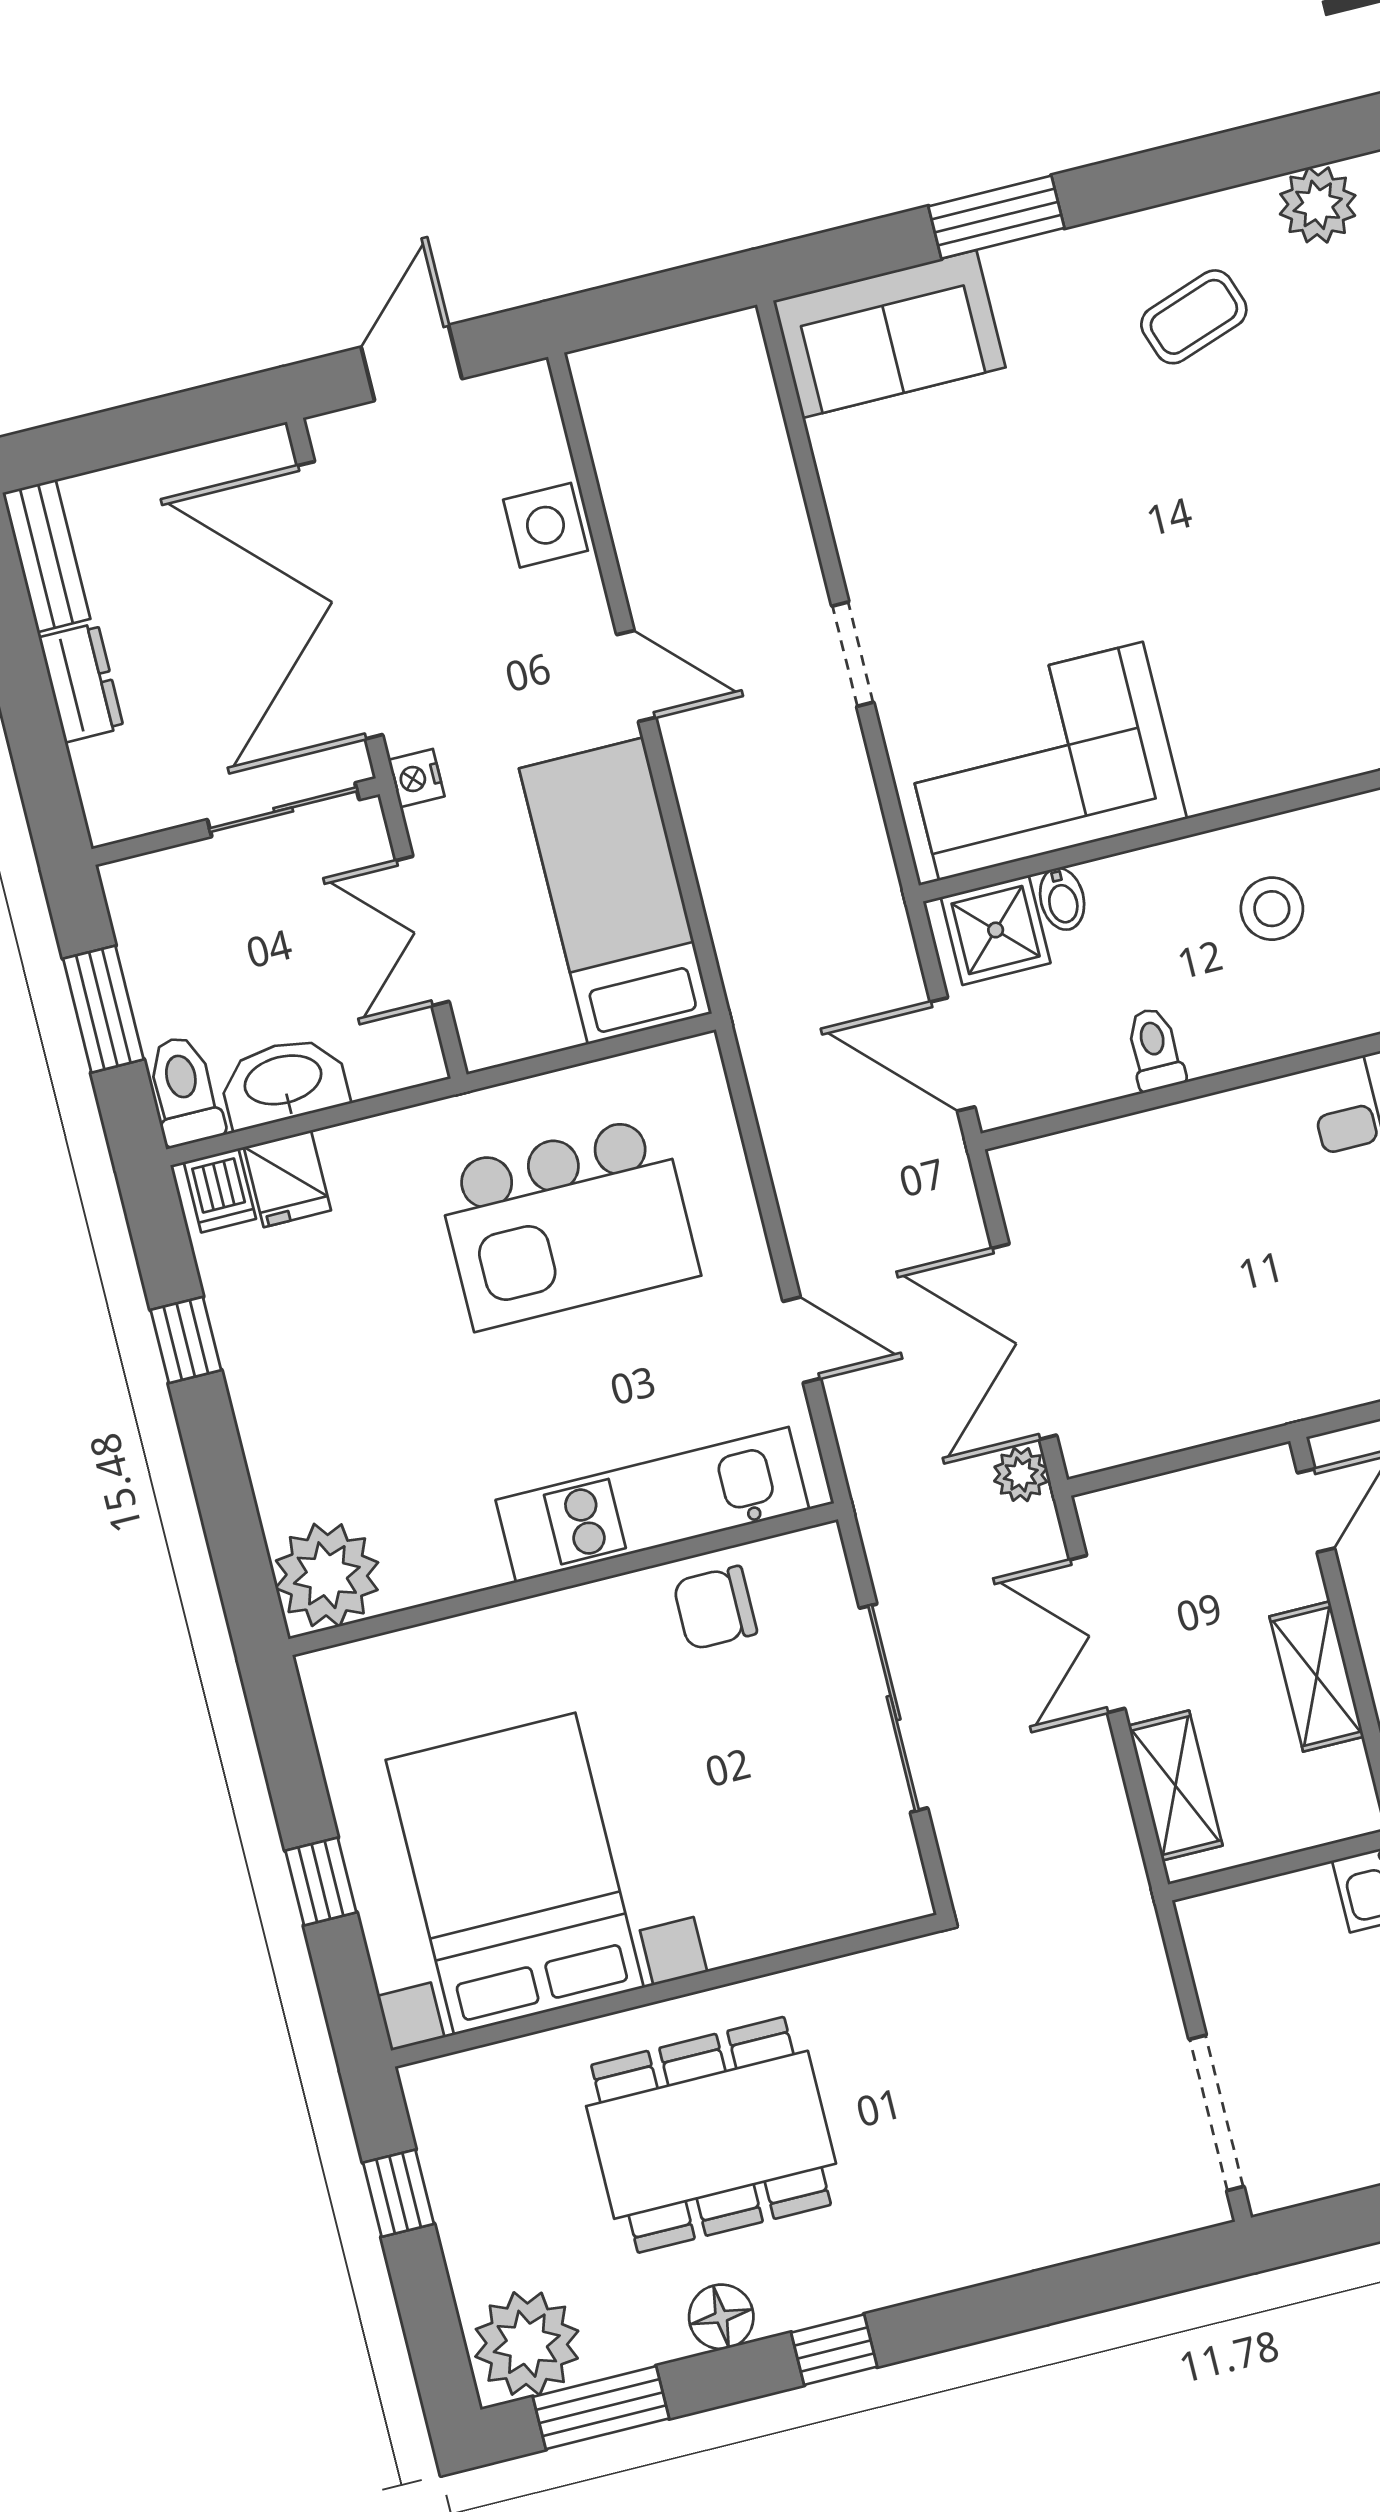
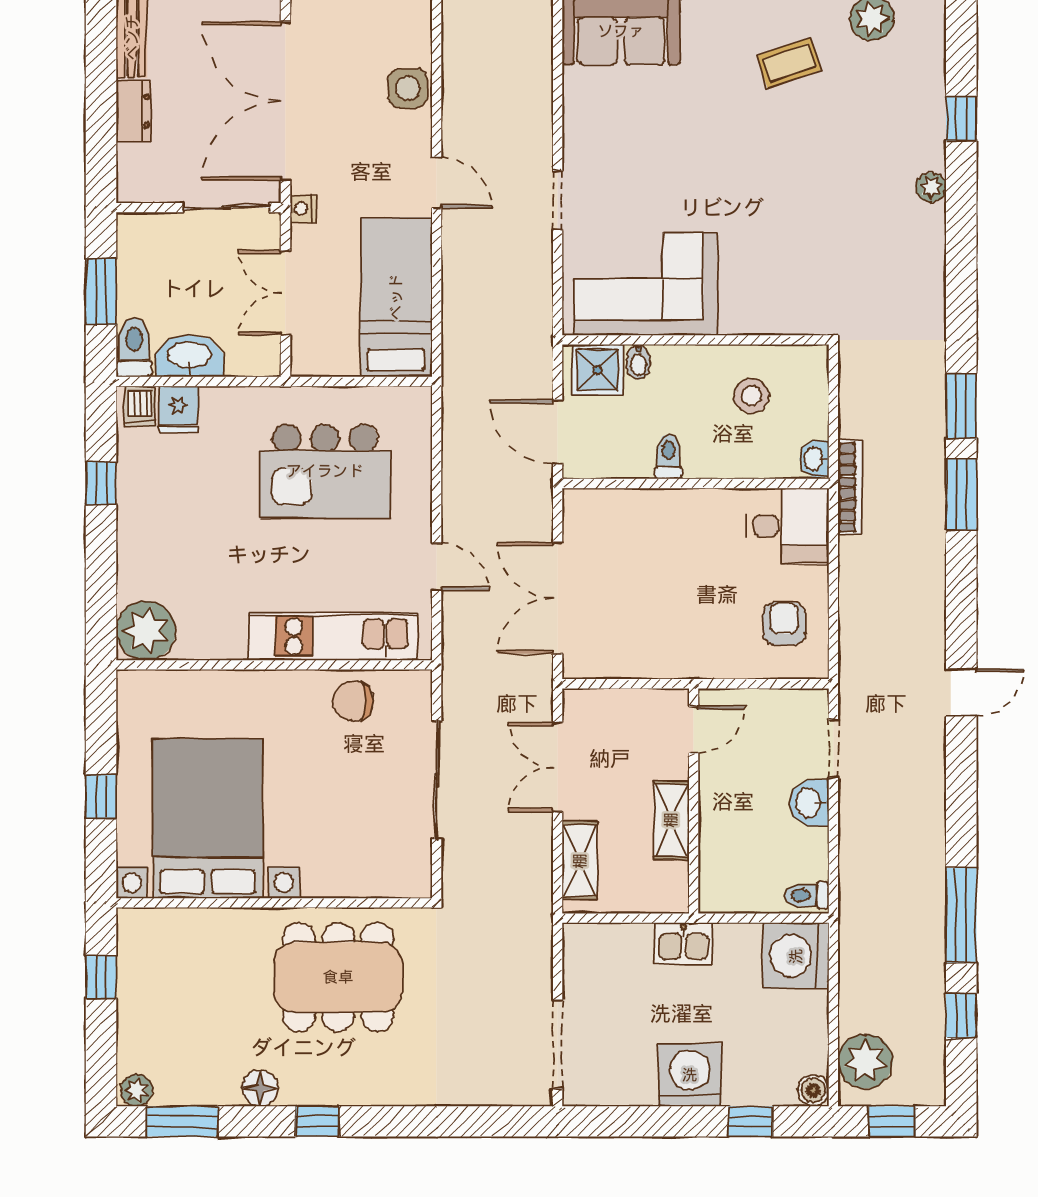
plant: (1021, 1474) -> (538, 670), removed
dining table: (711, 2135) -> (338, 977), moved
plant: (527, 2344) -> (137, 1090), width x0.53, depth x0.53

